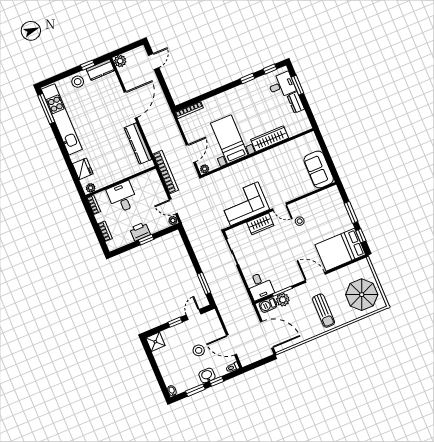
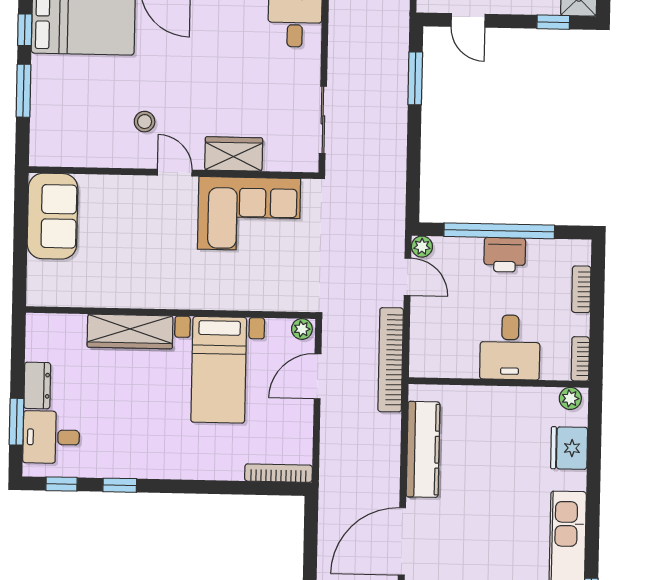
window: (146, 240) -> (499, 231), width x3.17
door: (194, 314) -> (468, 20), hinge flipped
window: (175, 322) -> (553, 22), moved

